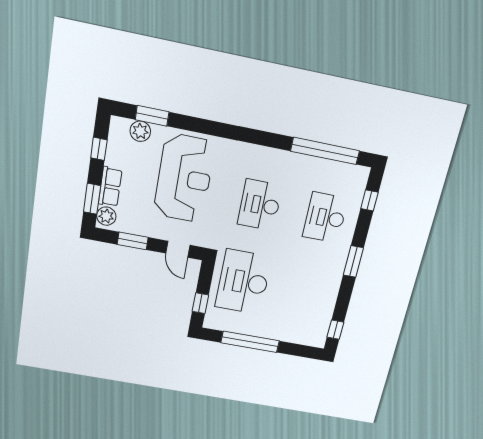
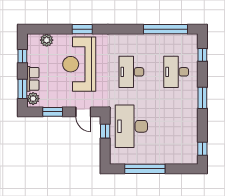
window: (152, 116) -> (82, 29), moved
reception desk: (184, 178) -> (79, 64), turned 180
window: (200, 303) -> (105, 131), moved

